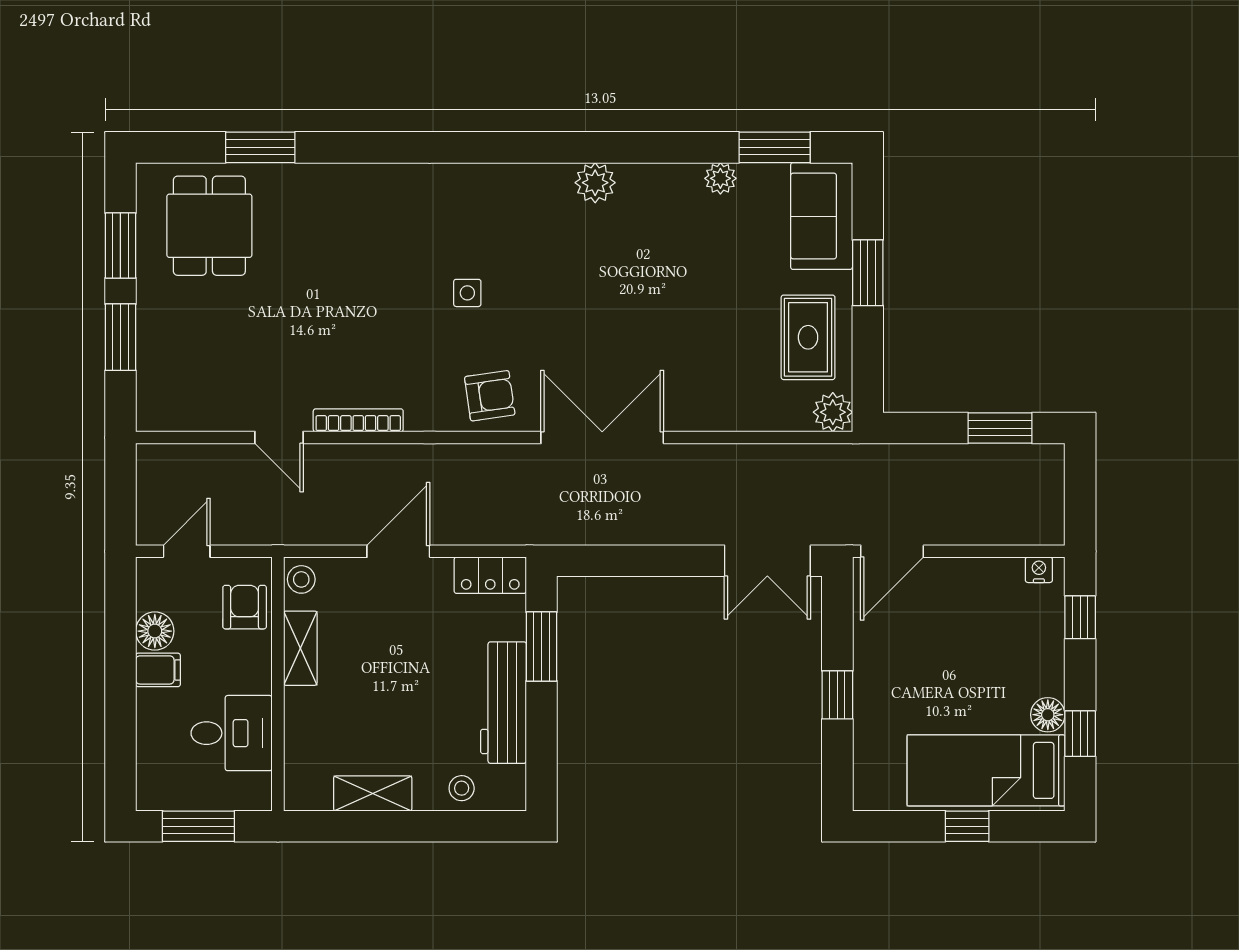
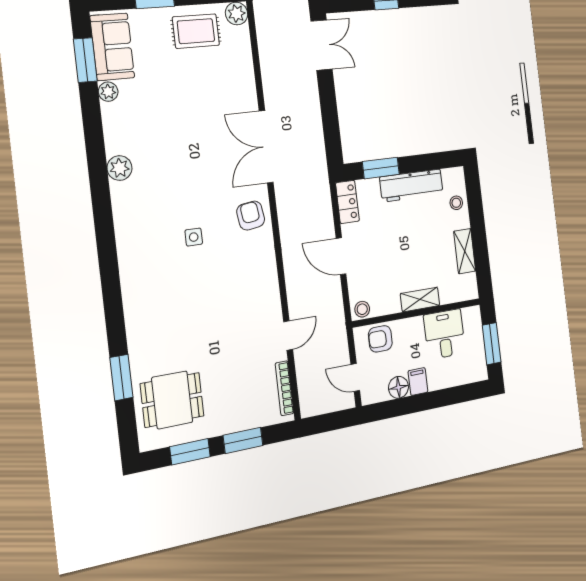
sofa: (822, 216) -> (112, 47), moved, turned -90
bookcase: (358, 420) -> (284, 388), moved
shelving: (300, 648) -> (420, 300), moved

